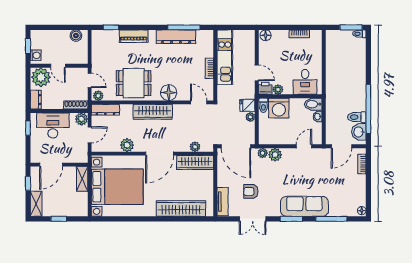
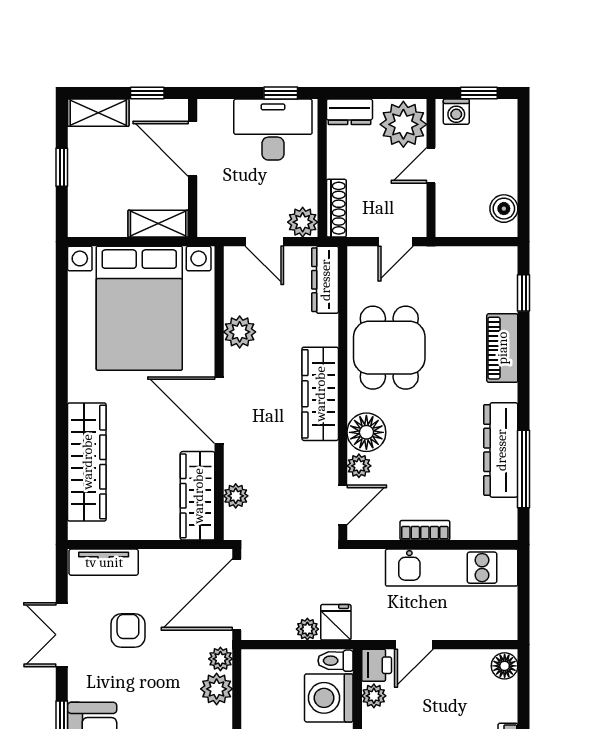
plant: (98, 96) -> (359, 466), moved
desk: (53, 125) -> (273, 130), moved, turned -90

